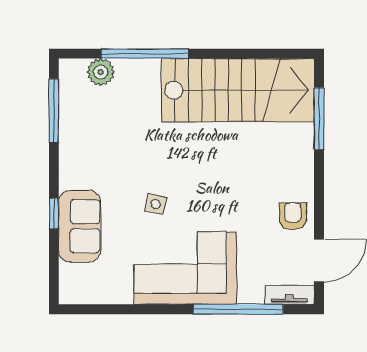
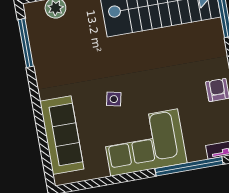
window: (54, 214) -> (39, 120), removed
sofa: (80, 226) -> (62, 135), width x1.36

